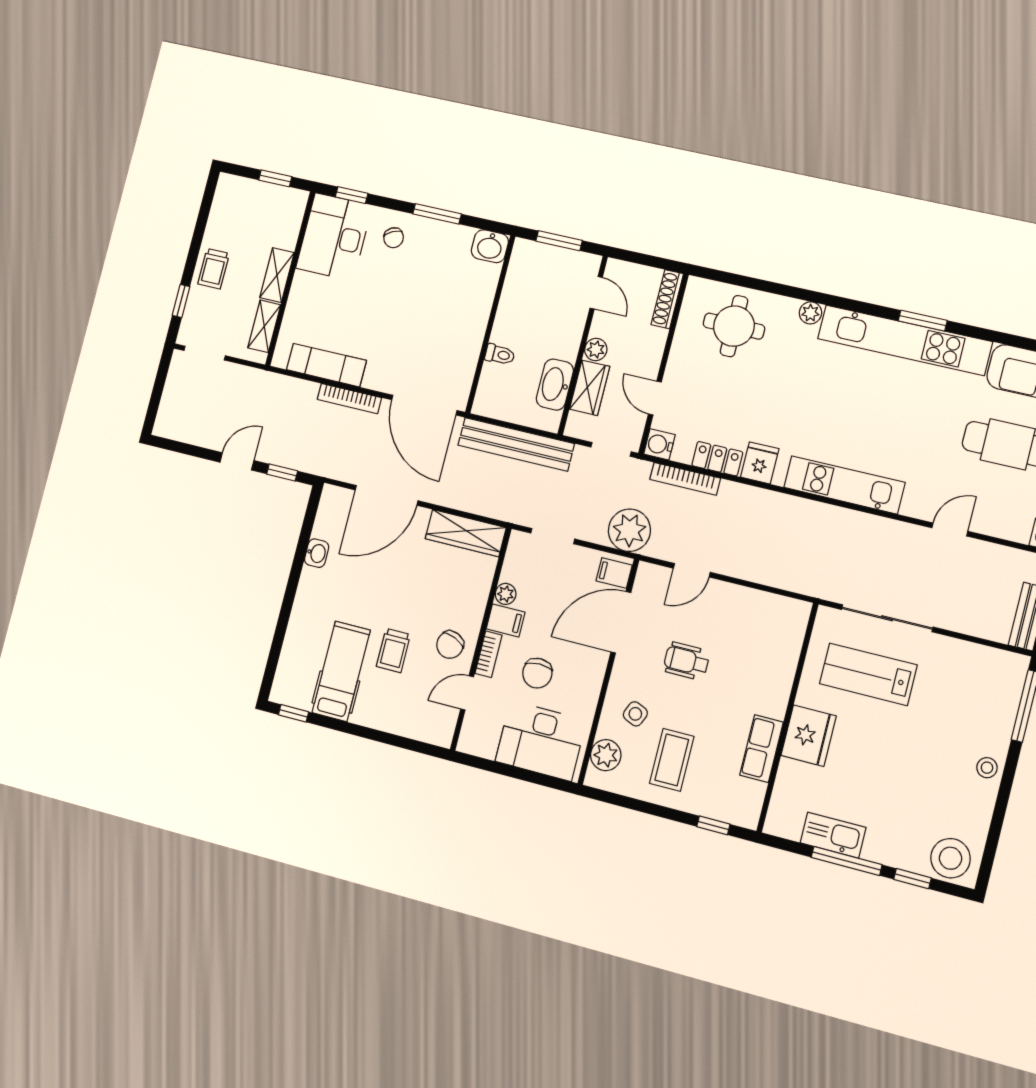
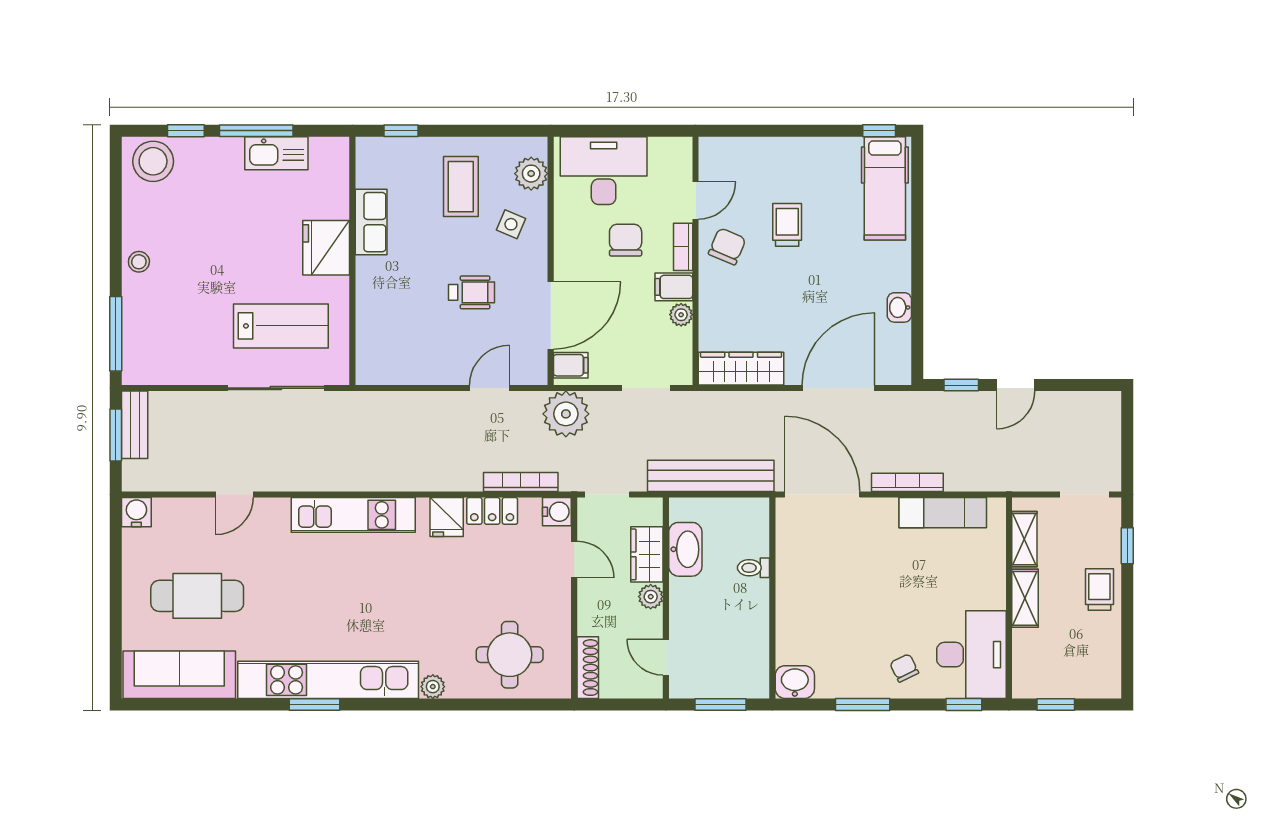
hospital bed: (341, 671) -> (885, 188), moved

